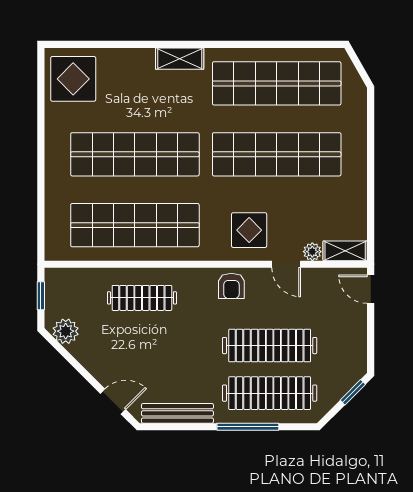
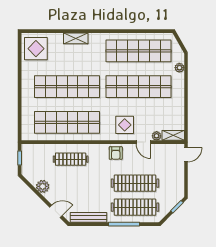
shelving: (180, 59) -> (76, 38), moved
plant: (358, 117) -> (179, 68), added
door: (371, 289) -> (186, 155), swing flipped
plant: (66, 331) -> (43, 186), moved

